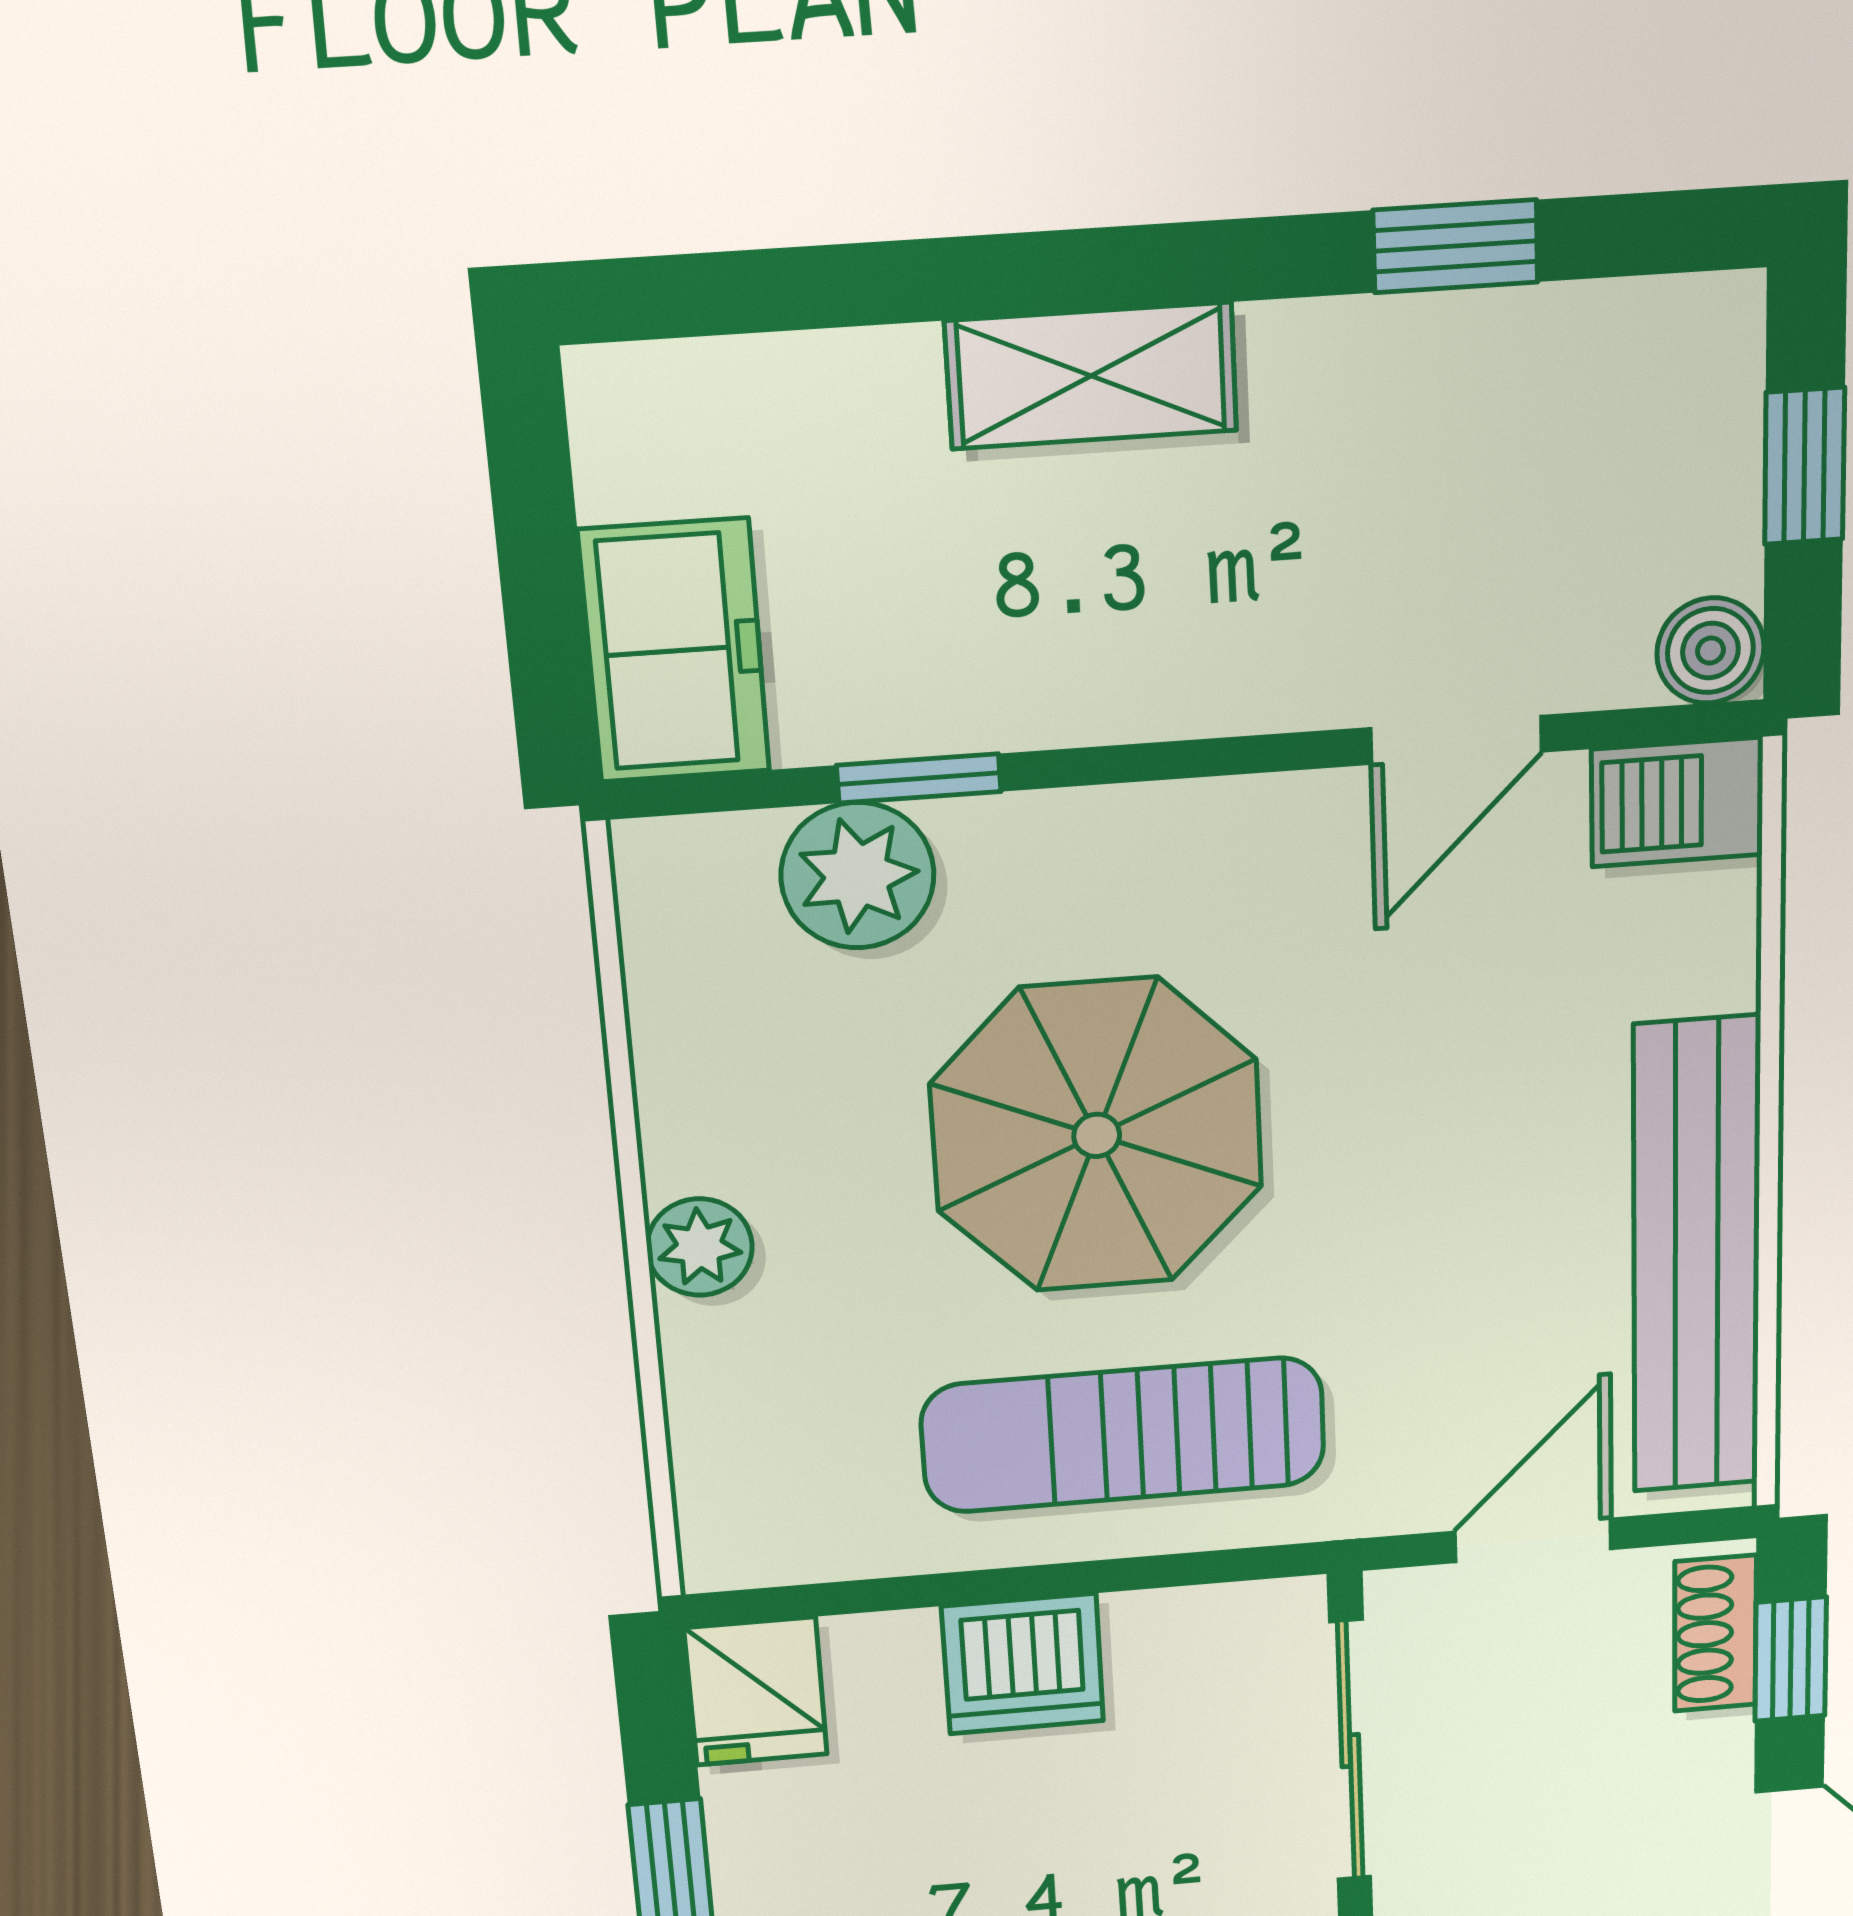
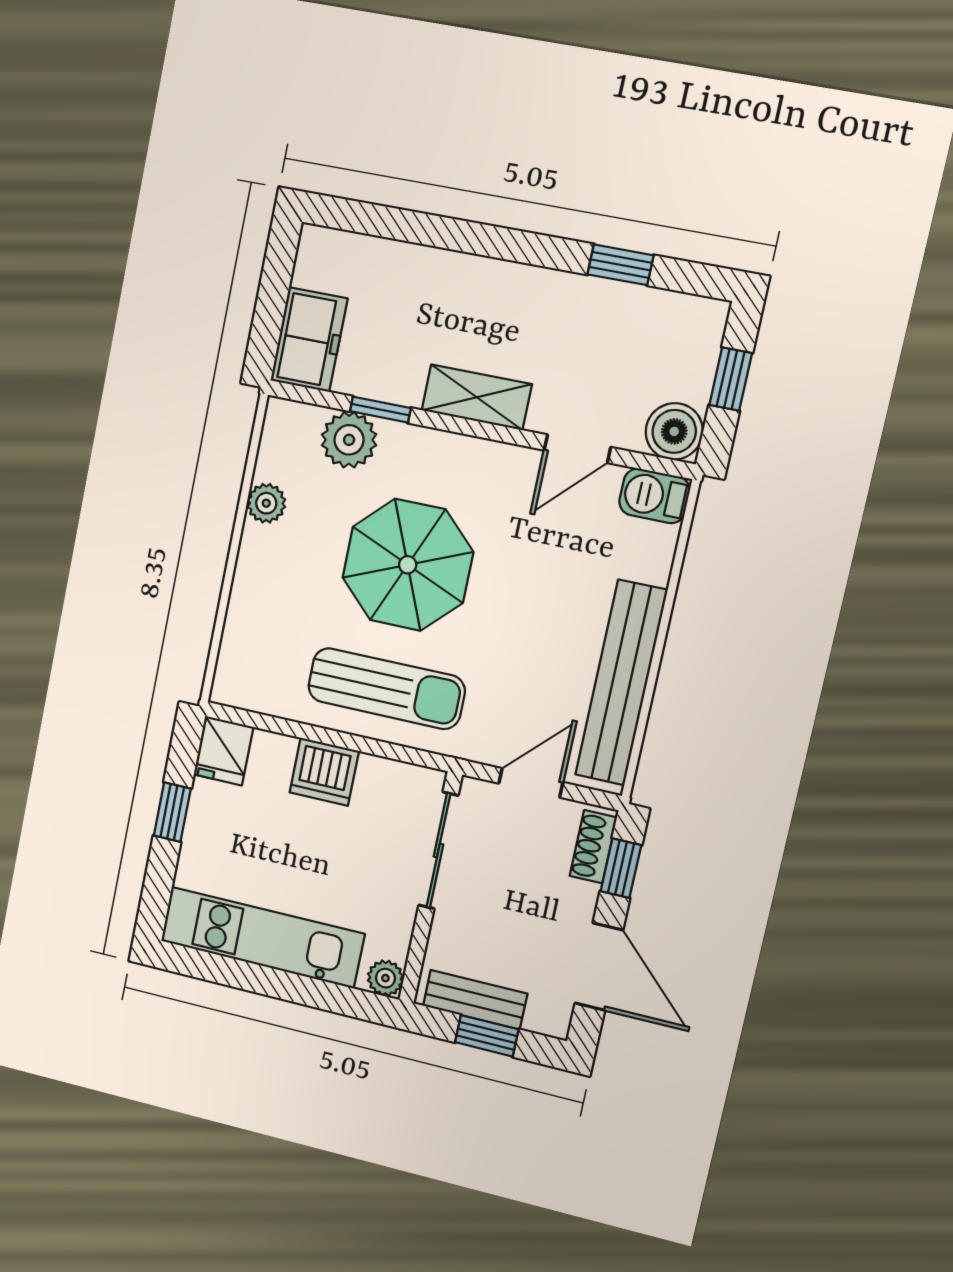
shelving: (1091, 376) -> (477, 397), moved
boiler: (1710, 651) -> (674, 431), width x1.36, depth x1.36
plant: (700, 1247) -> (266, 503), moved
sun lounger: (1123, 1435) -> (386, 689), turned 180

